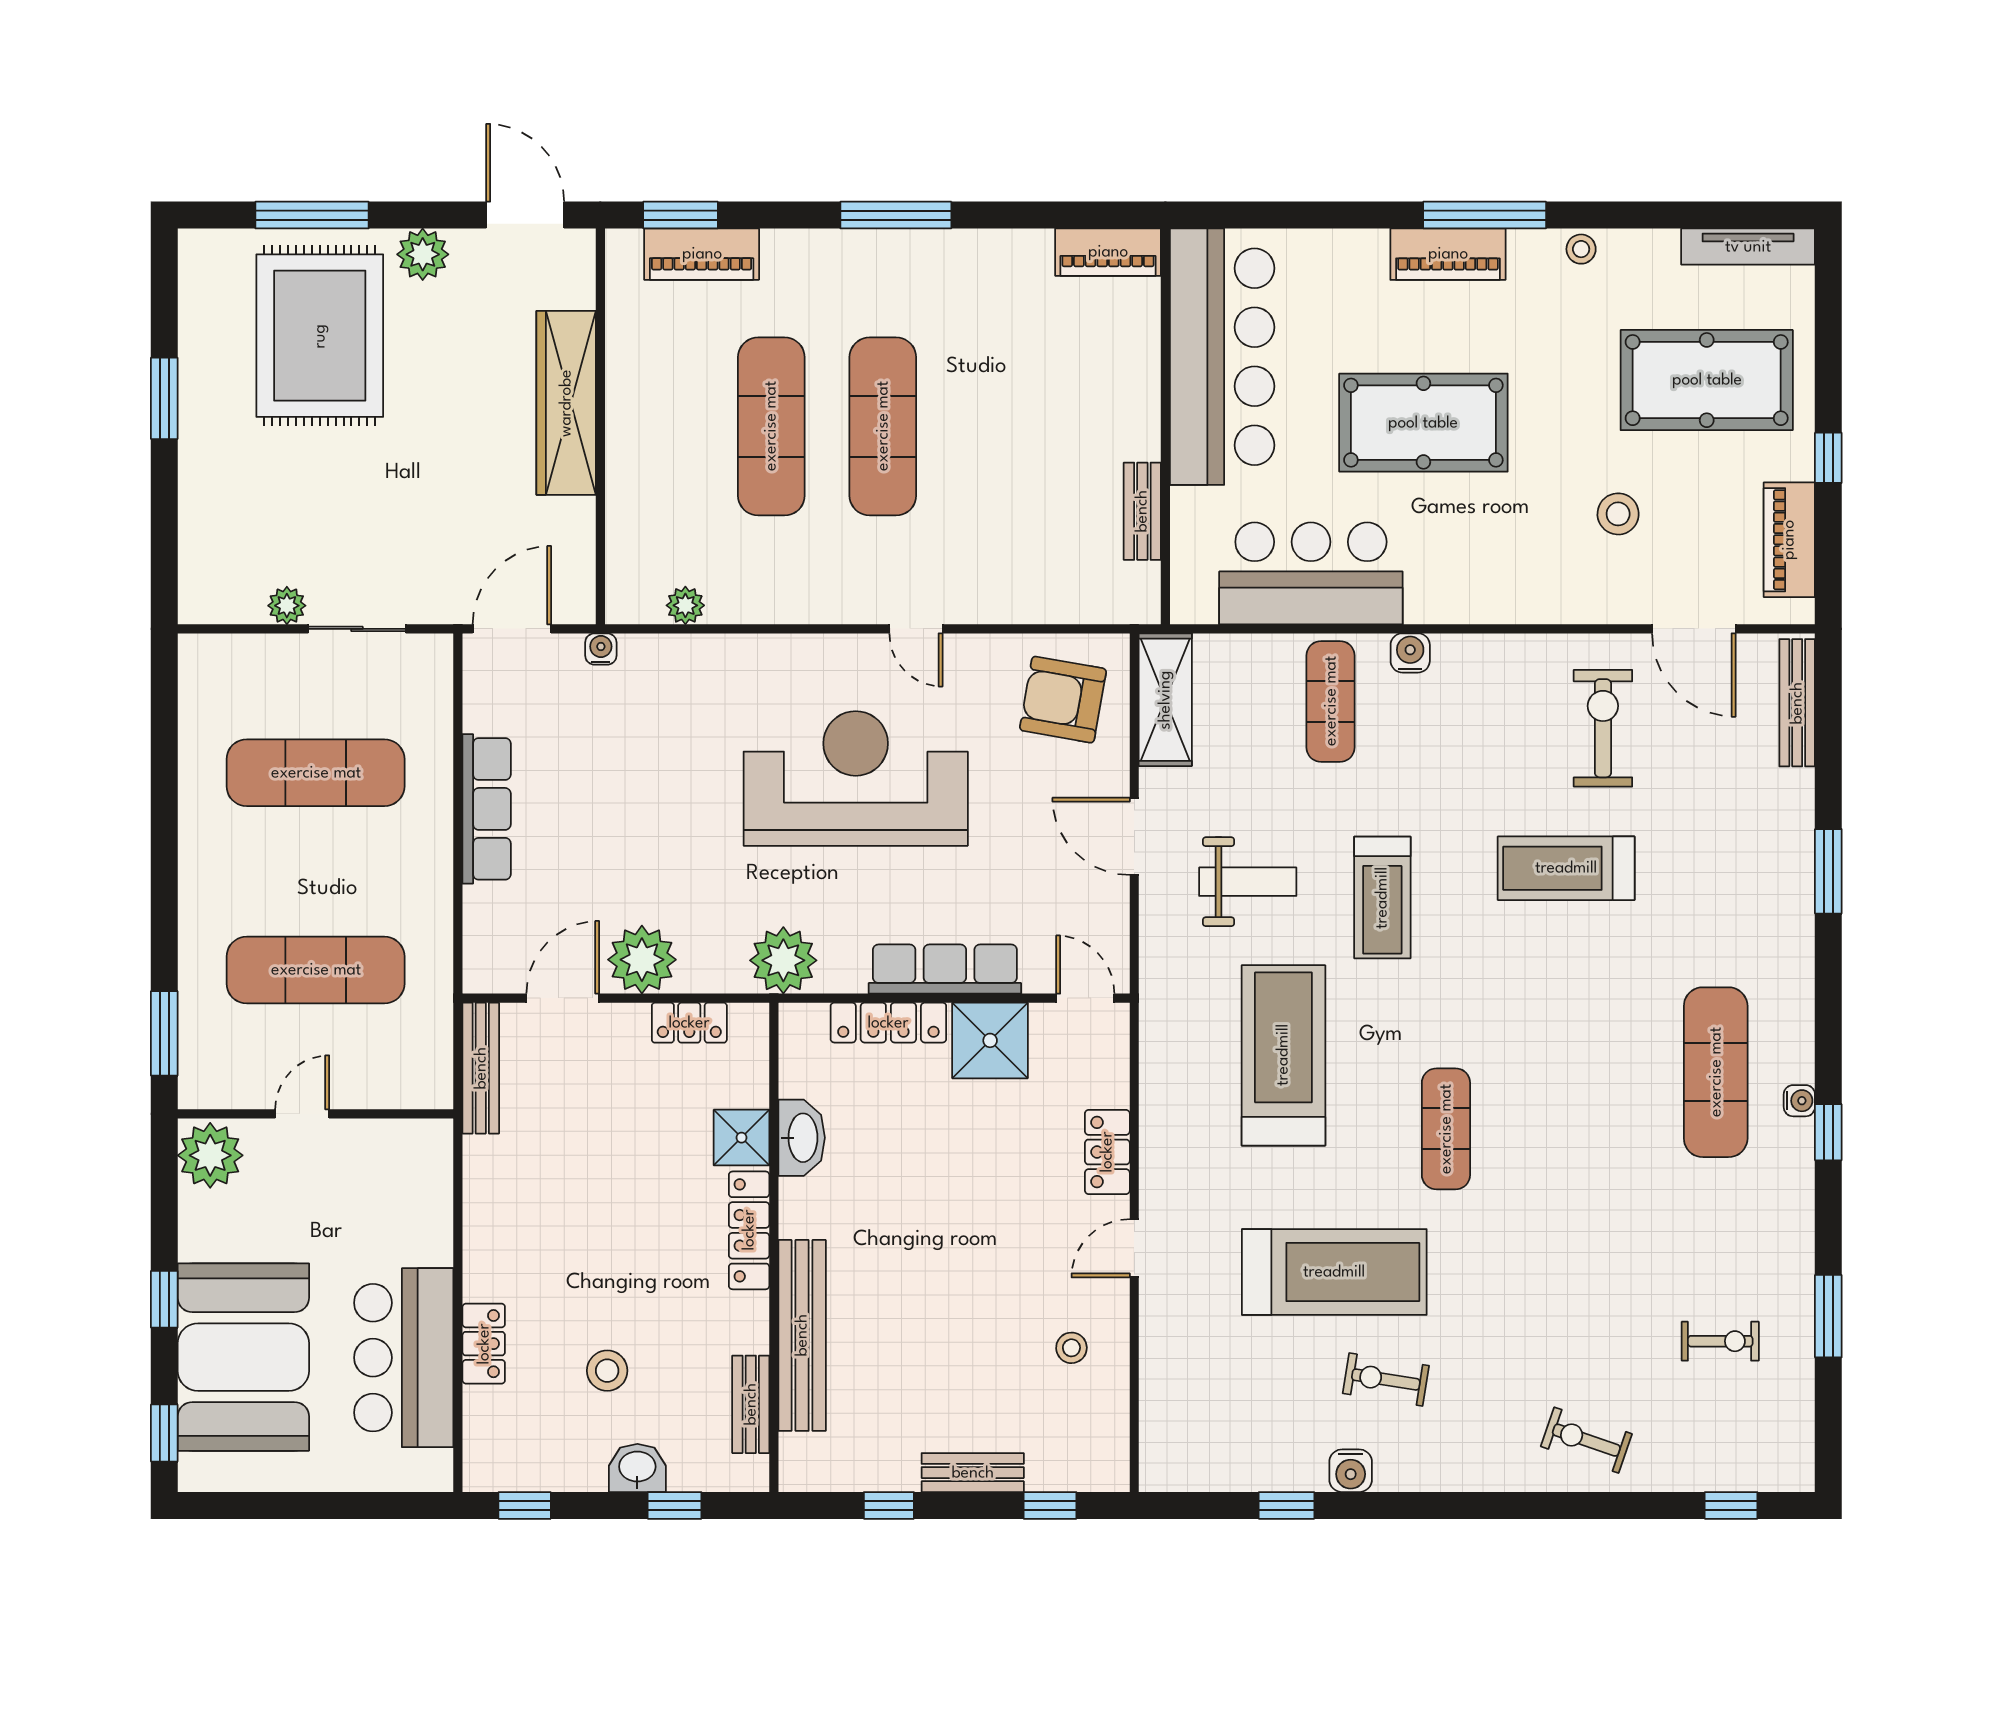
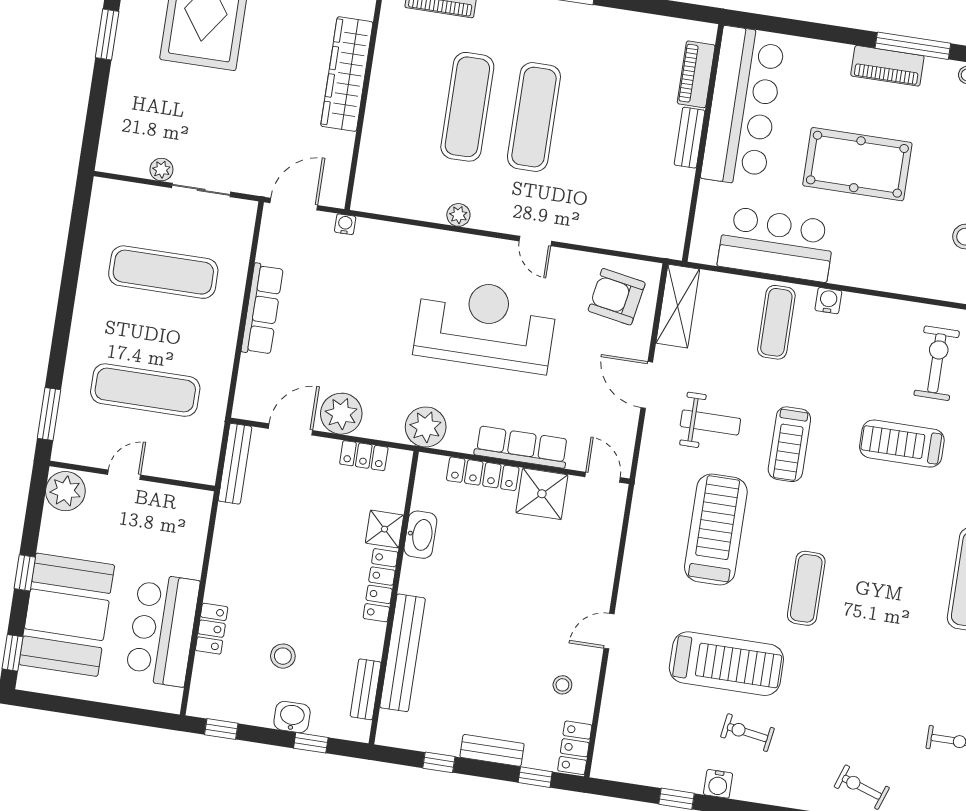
piano: (1108, 252) -> (696, 74), moved, turned 90
bench: (1142, 511) -> (690, 138), moved
plant: (685, 605) -> (458, 215), moved
locker: (1107, 1152) -> (575, 748), moved

